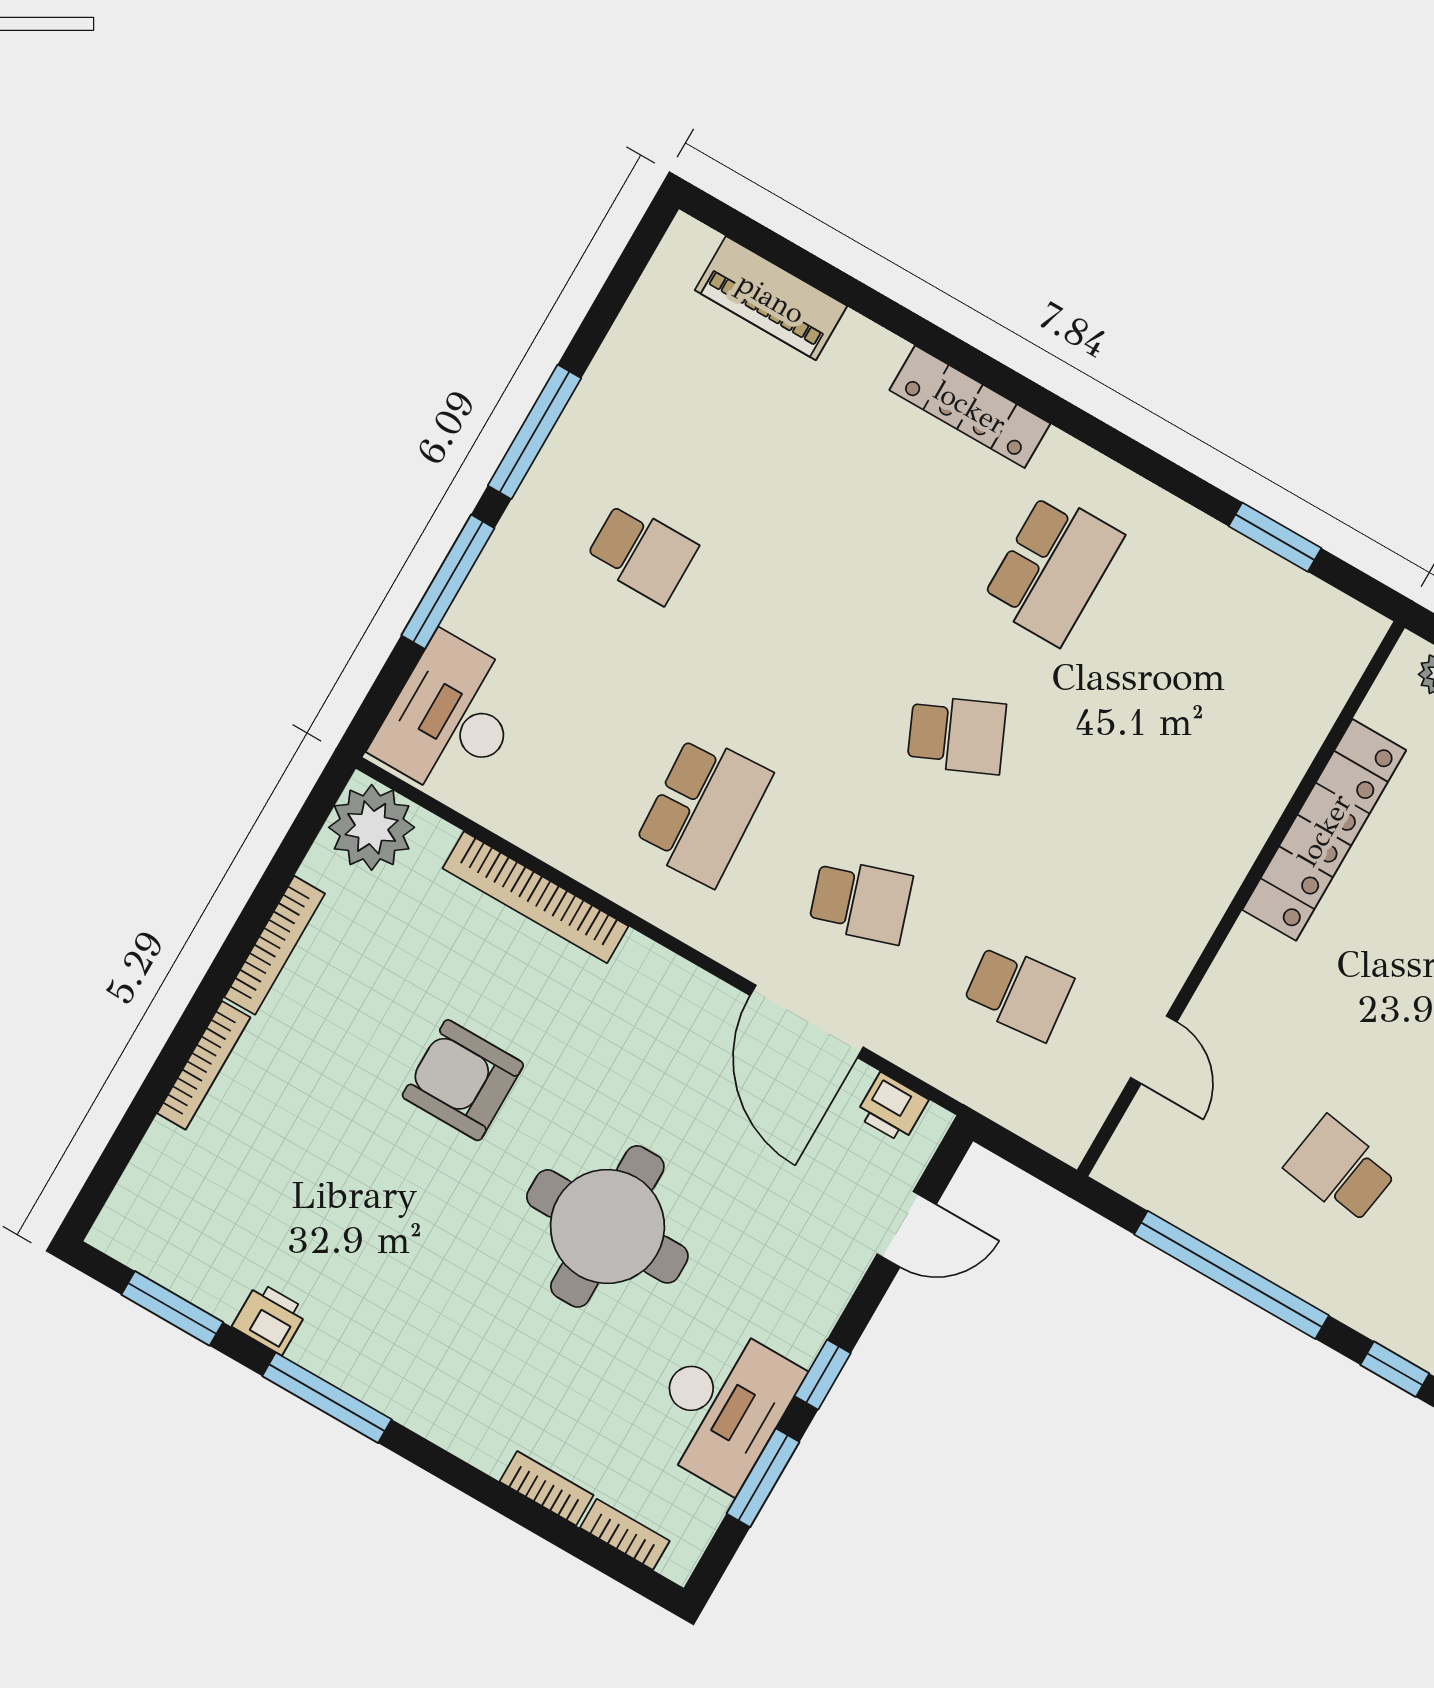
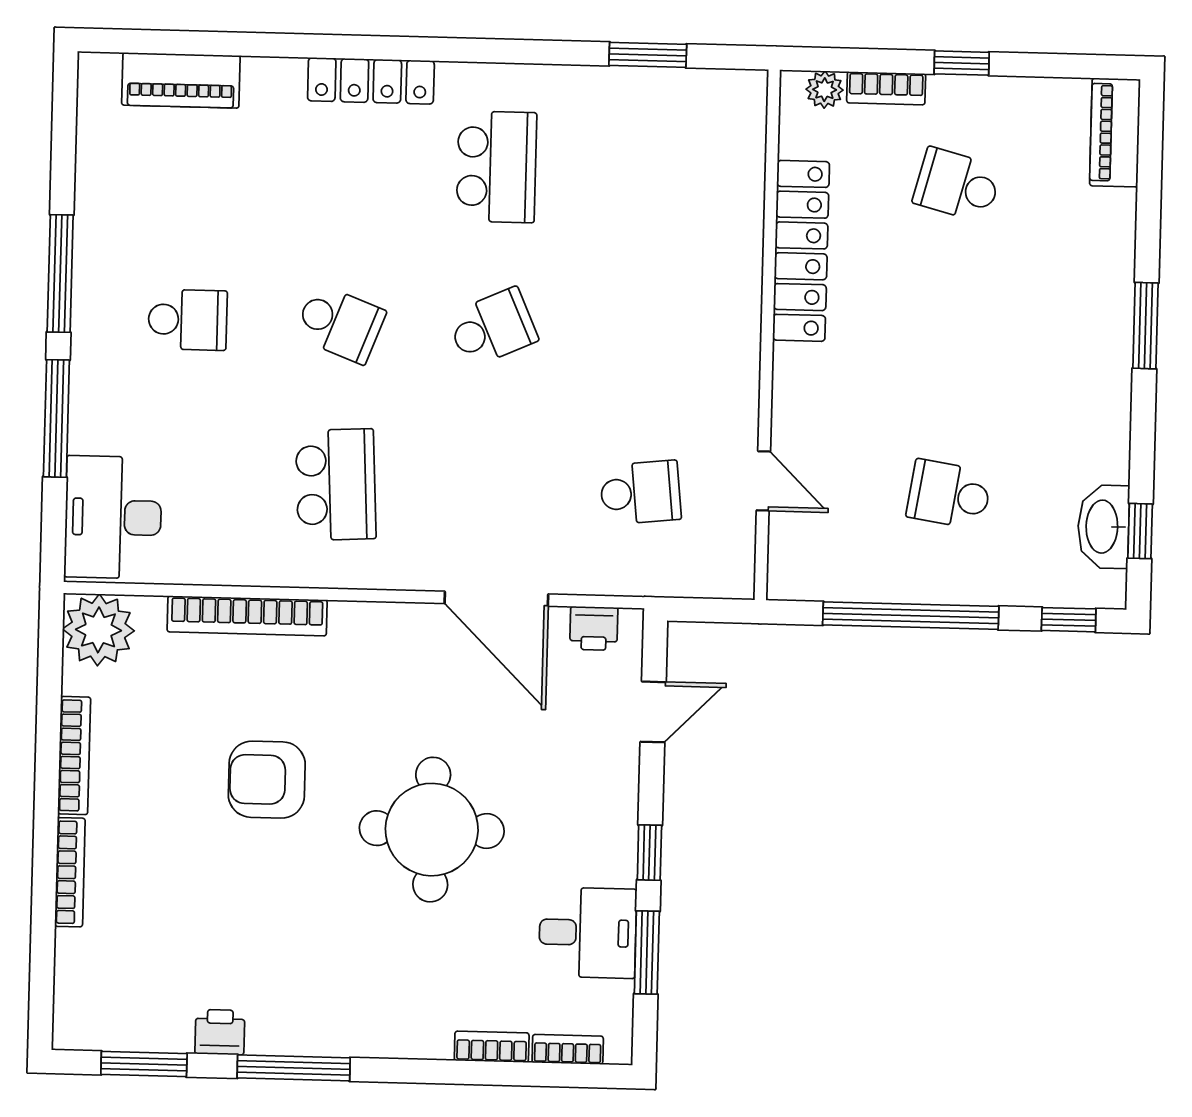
school desk: (861, 901) -> (340, 324), moved, turned 39
desk: (722, 1406) -> (588, 933), width x0.73

